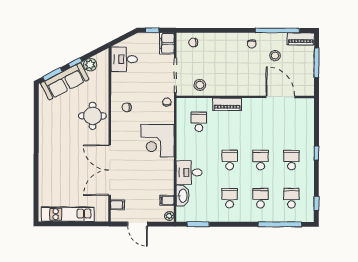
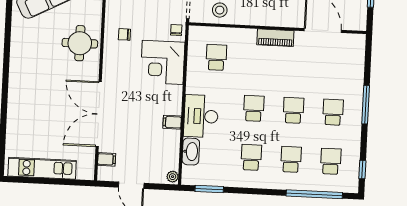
piano: (227, 104) -> (275, 38), moved
corner desk: (157, 141) -> (163, 62), moved
window: (316, 153) -> (366, 105), width x2.17
desk: (189, 172) -> (201, 116), width x1.37
filing cabinet: (167, 200) -> (172, 122), moved

